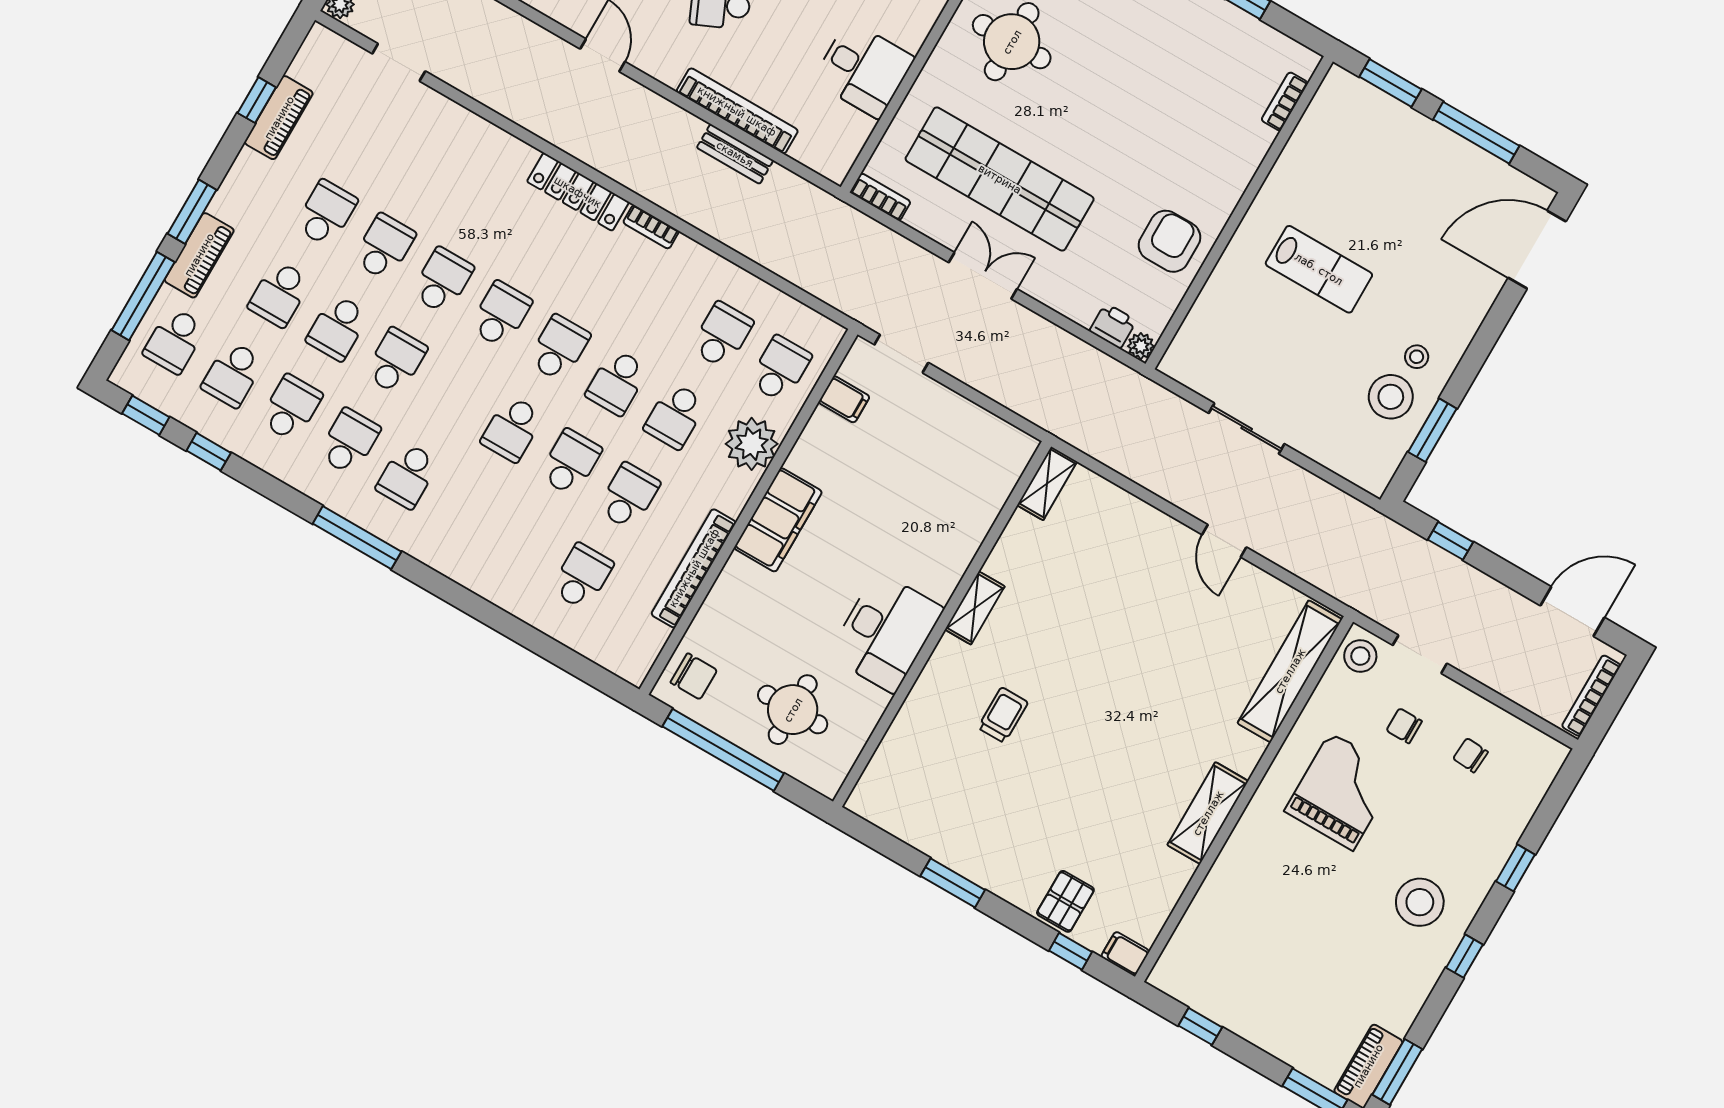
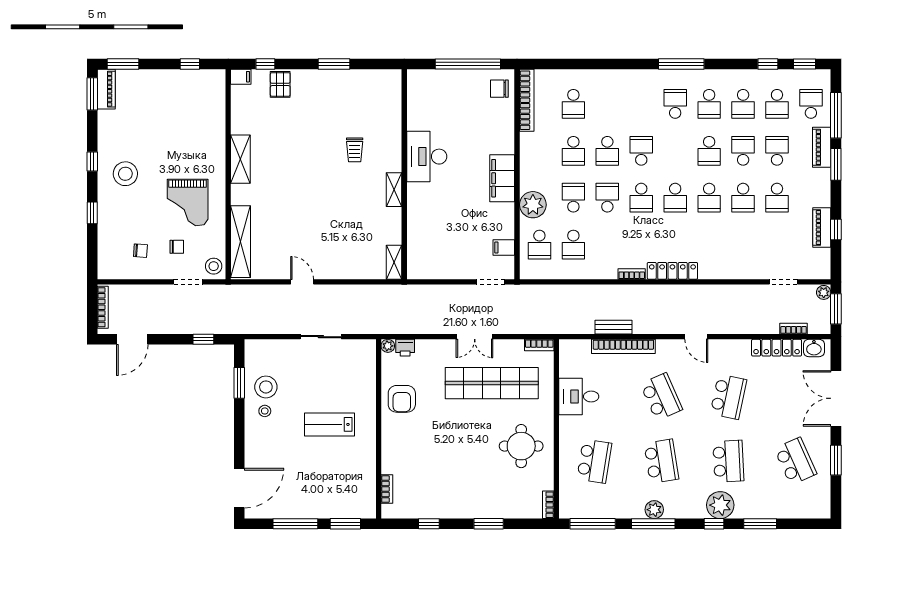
school desk: (233, 374) -> (777, 104), turned 180
bookcase: (694, 568) -> (527, 100), moved
round table: (793, 710) -> (448, 99), removed

